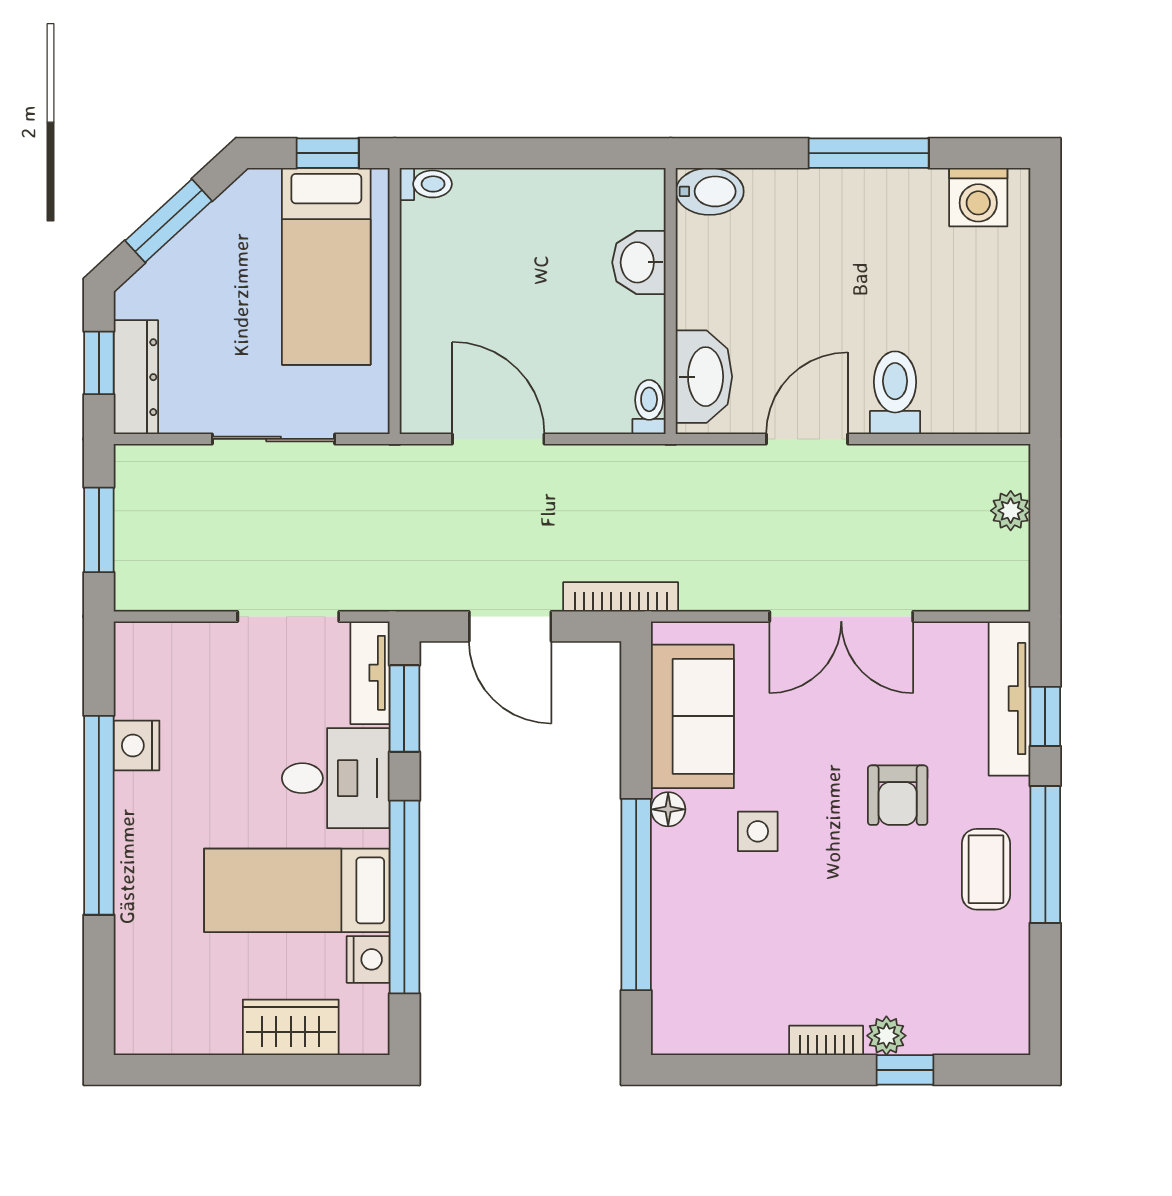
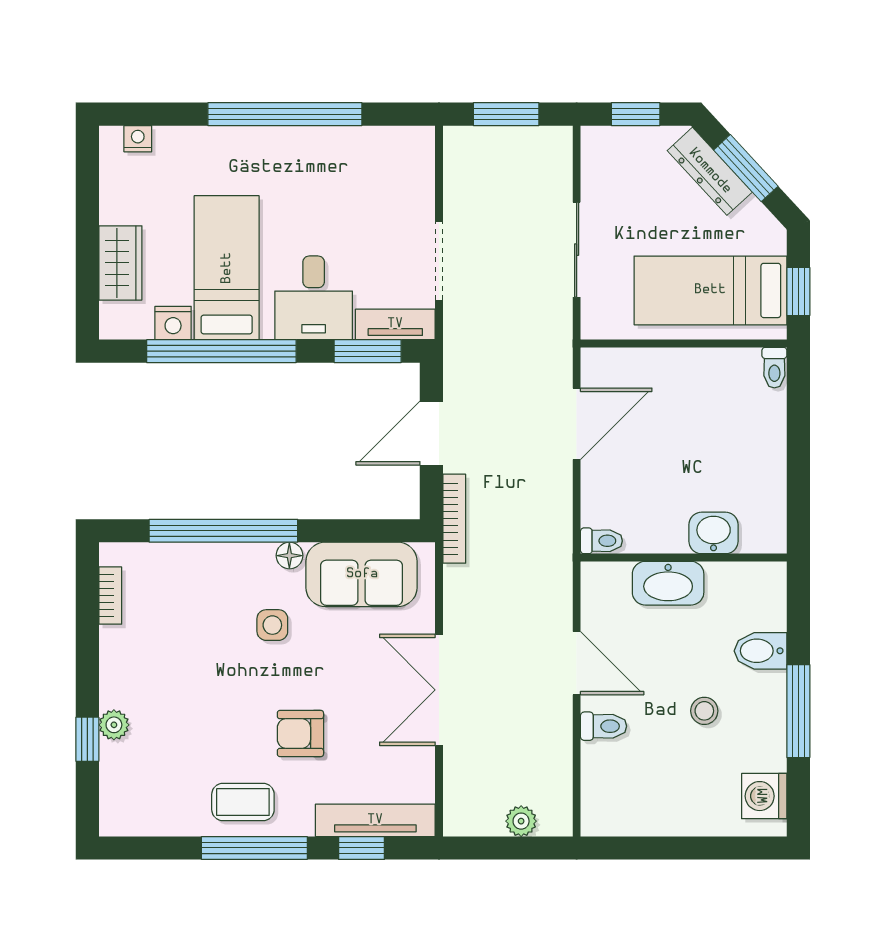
bidet: (710, 191) -> (760, 651), moved, turned 90
stool: (868, 274) -> (704, 711), added
dresser: (136, 377) -> (710, 171), moved, turned 47
washbasin: (704, 377) -> (668, 583), moved
toilet: (895, 393) -> (604, 726), width x0.73, depth x0.72
nightstand: (137, 745) -> (138, 139), moved, width x0.72, depth x0.74
bookcase: (826, 1040) -> (110, 596), moved

